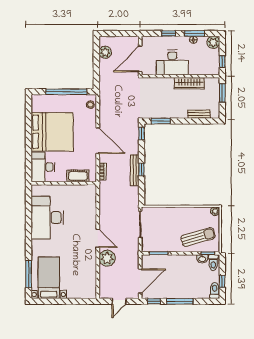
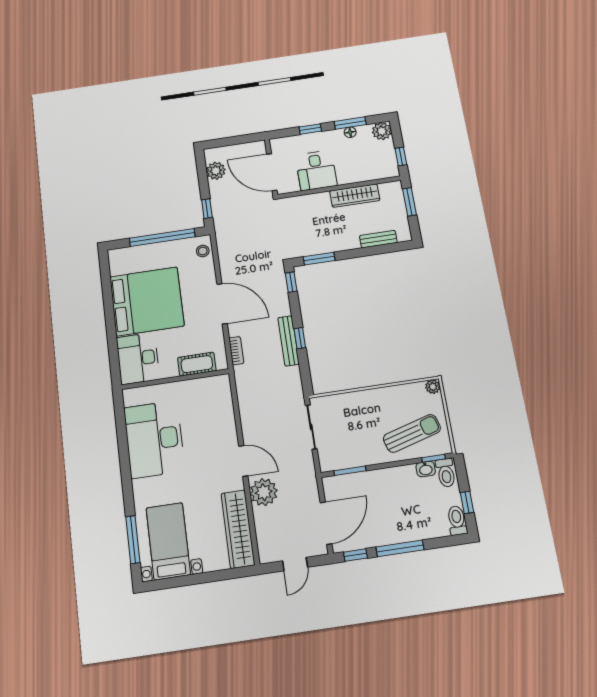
door: (140, 59) -> (272, 172), hinge flipped
desk: (172, 62) -> (316, 170), width x0.73
window: (96, 77) -> (207, 209), added
wardrobe: (89, 277) -> (238, 529), added

